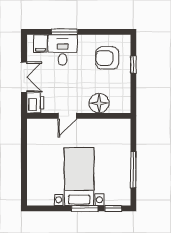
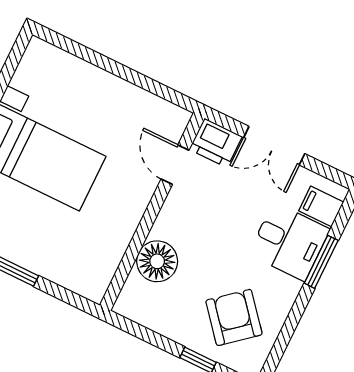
armchair: (107, 58) -> (234, 317), turned -40
door: (67, 116) -> (175, 165), moved

